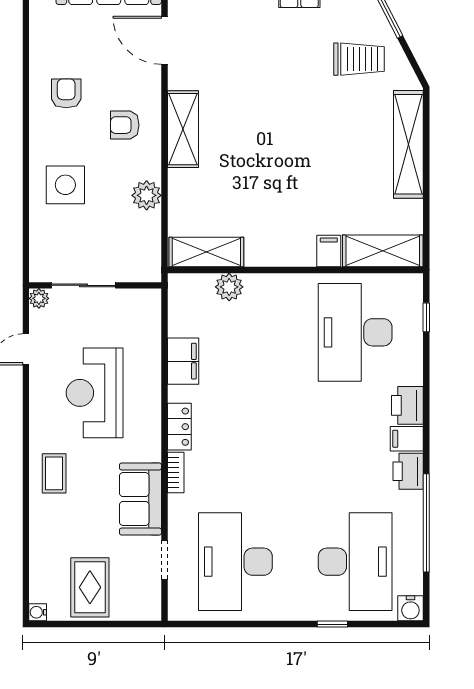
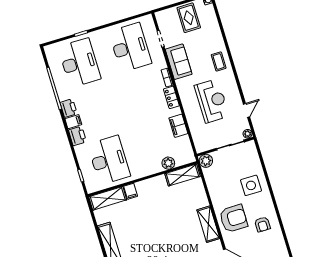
armchair: (125, 125) -> (233, 218), width x1.88, depth x1.88
plant: (147, 195) -> (206, 161), moved
desk: (355, 562) -> (79, 63), turned 180
water cooler: (410, 608) -> (50, 50), removed

